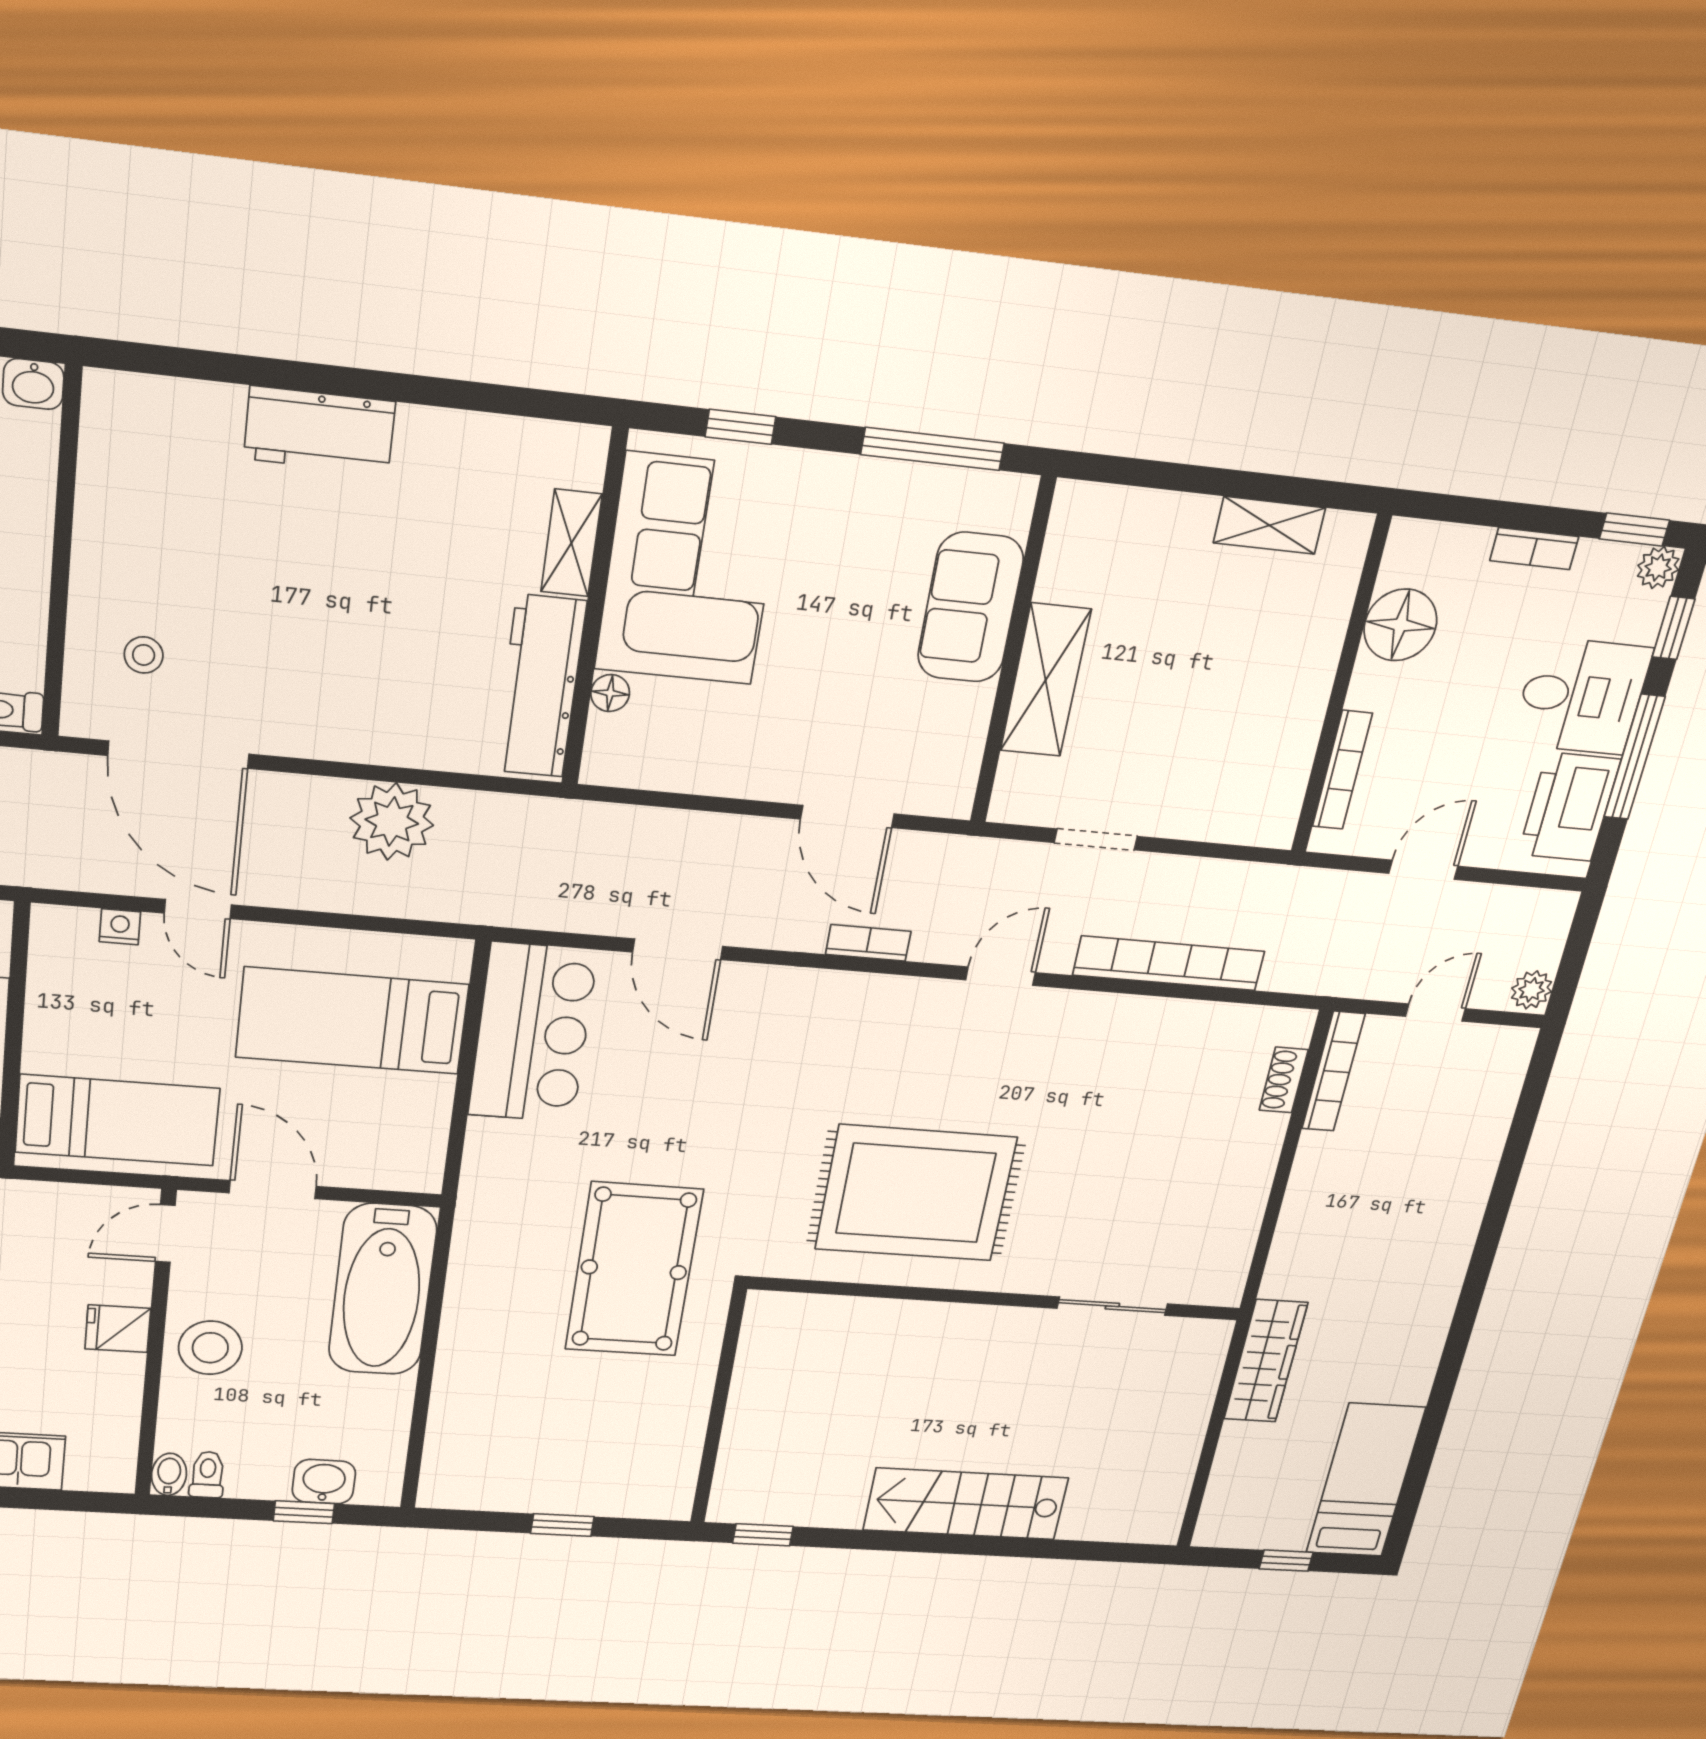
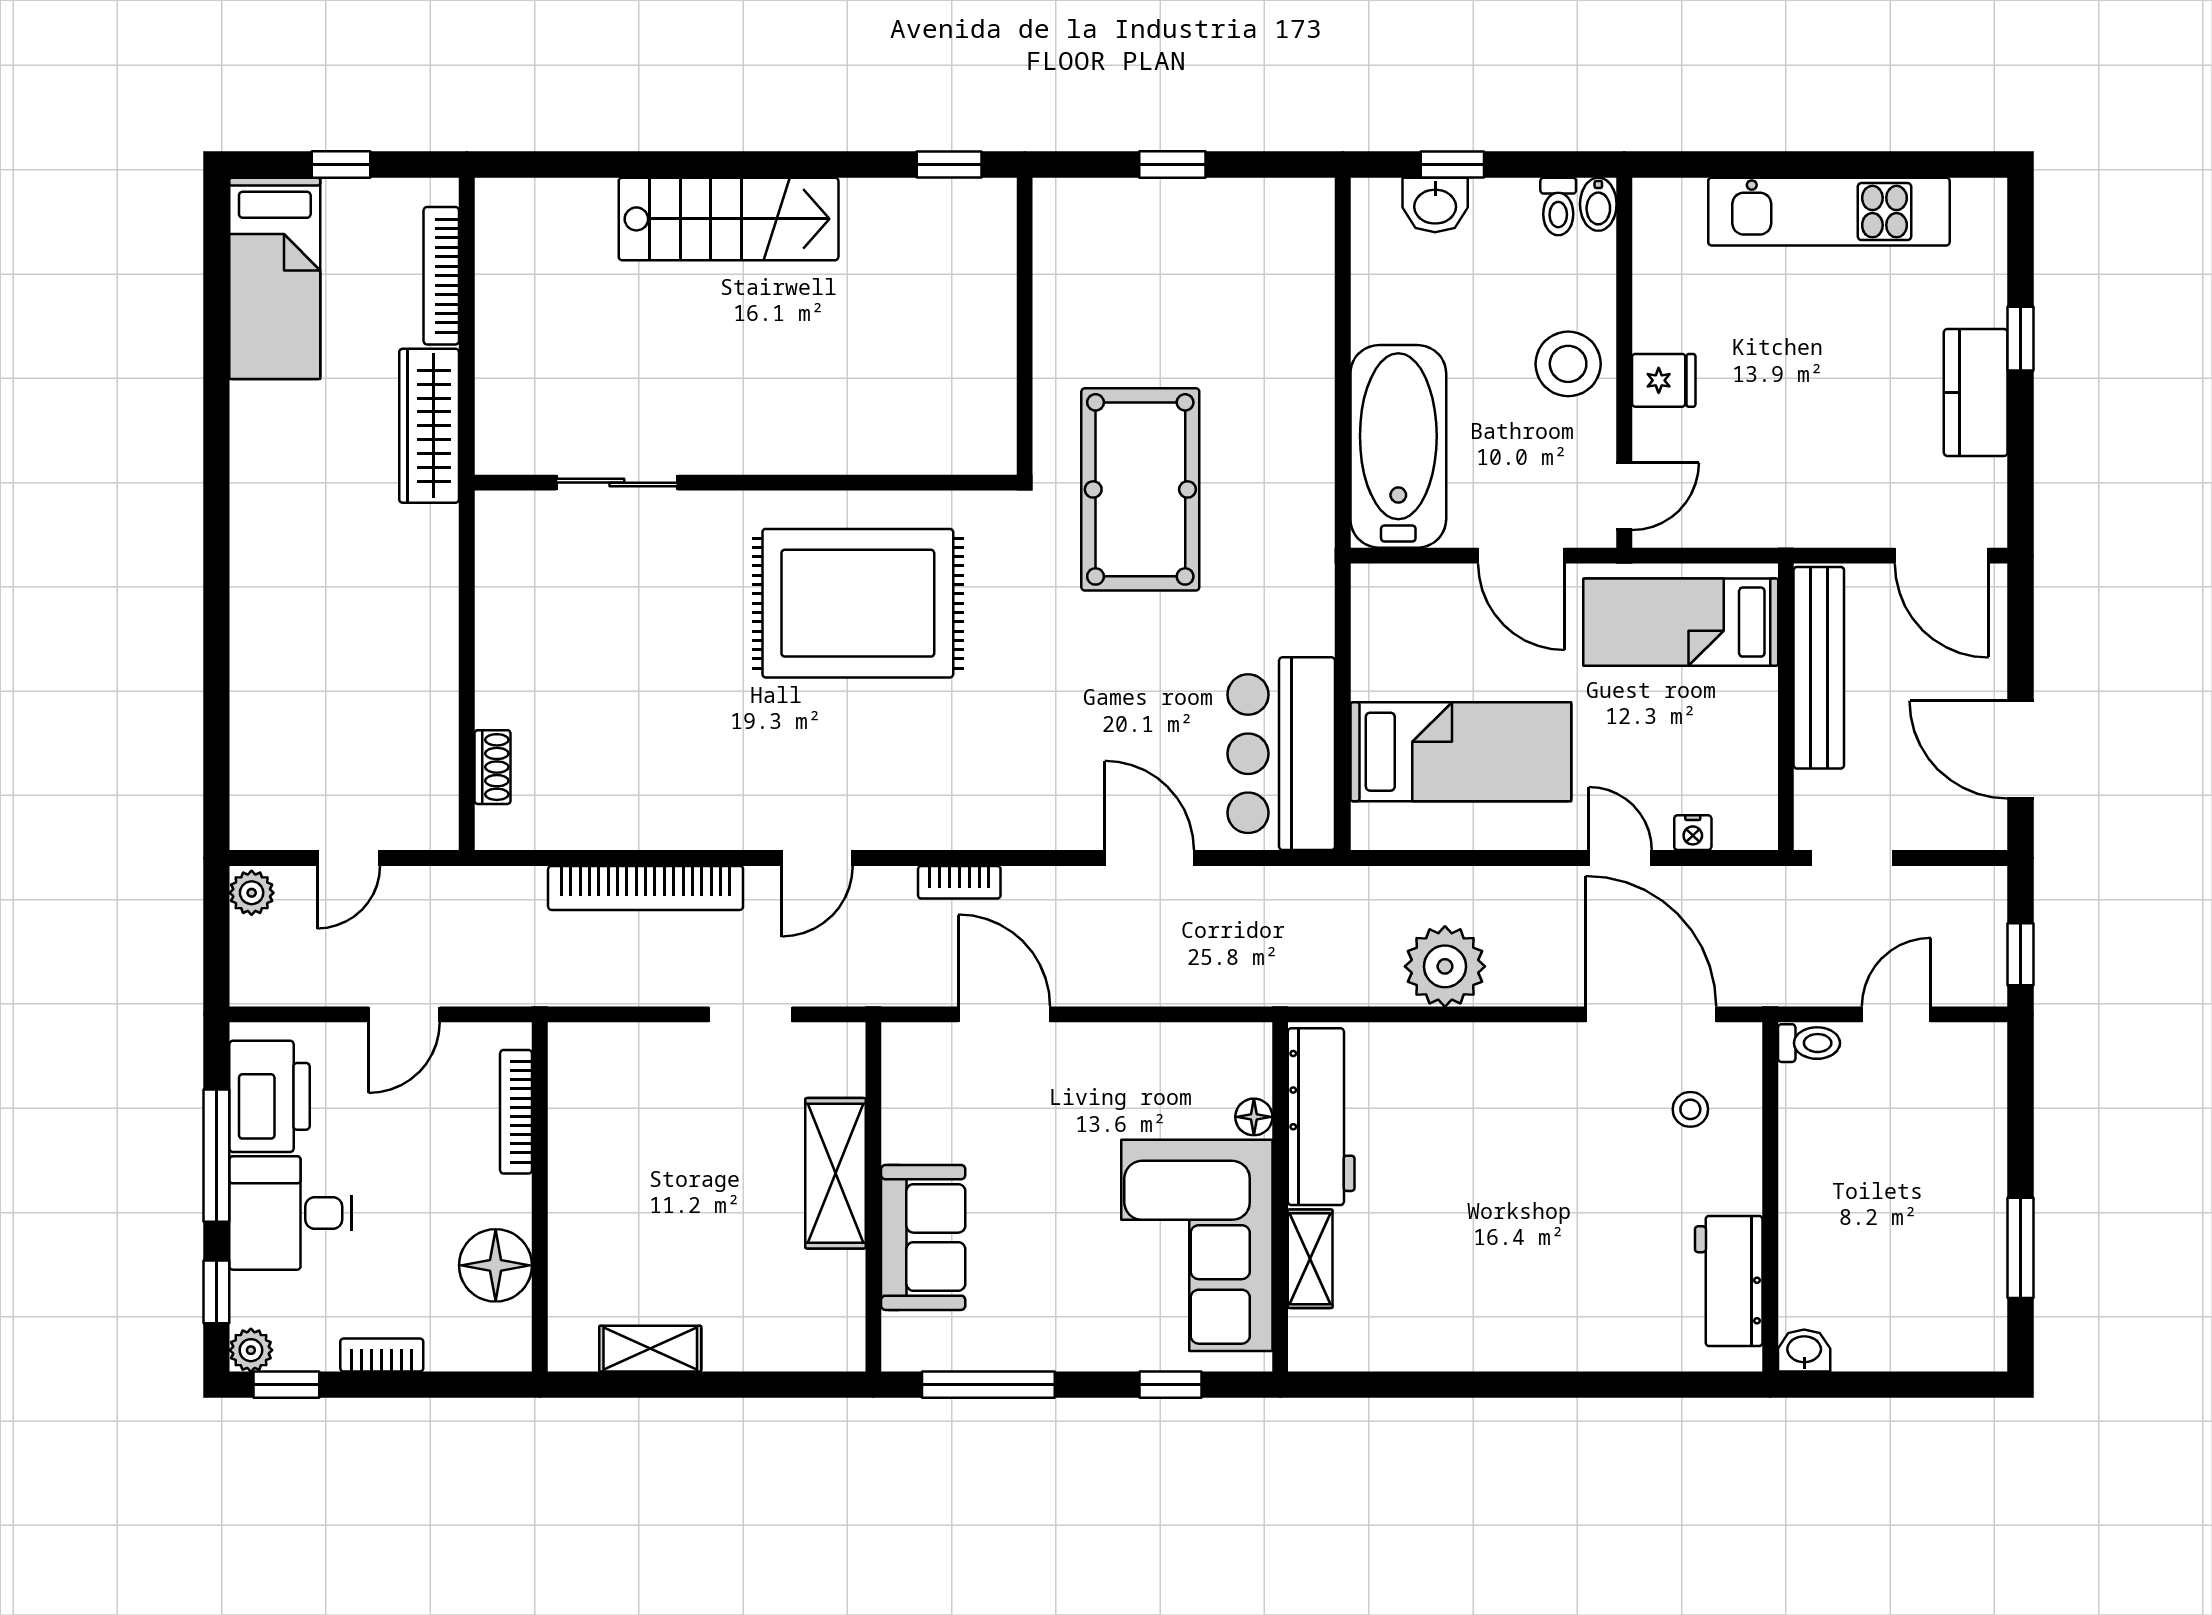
workbench: (320, 430) -> (1729, 1281), moved, turned -90
bookcase: (1333, 1071) -> (441, 276), moved

